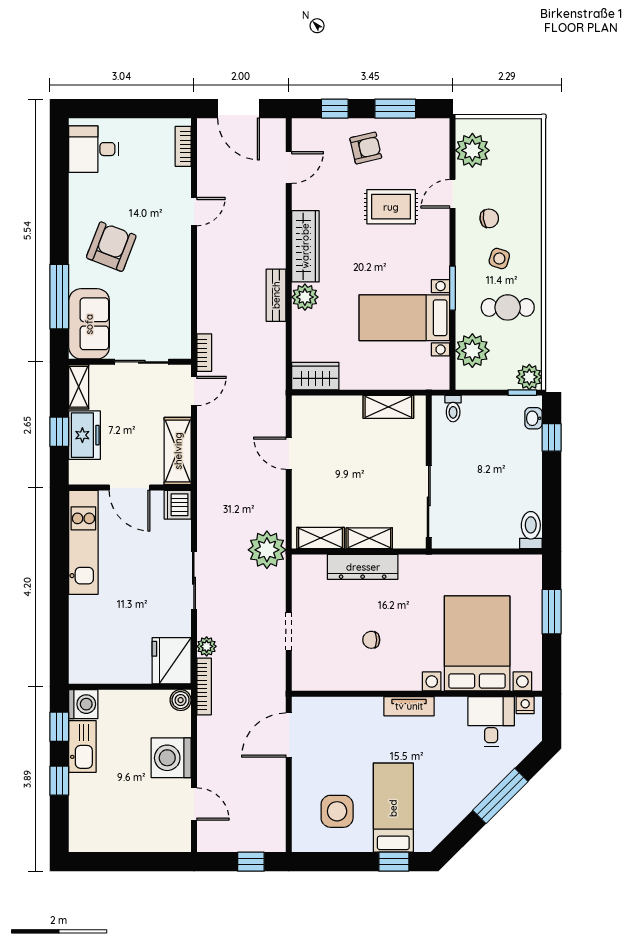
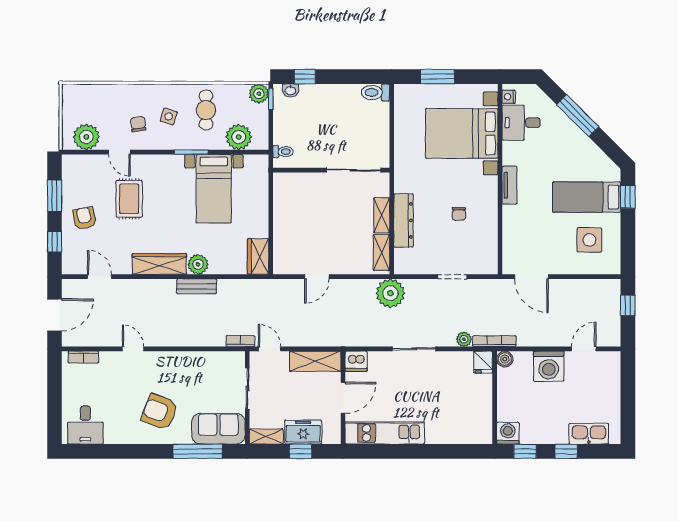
shelving: (388, 407) -> (282, 201), removed
fridge: (172, 661) -> (483, 362), width x0.53, depth x0.75
kitchen sink: (82, 746) -> (589, 434), moved

